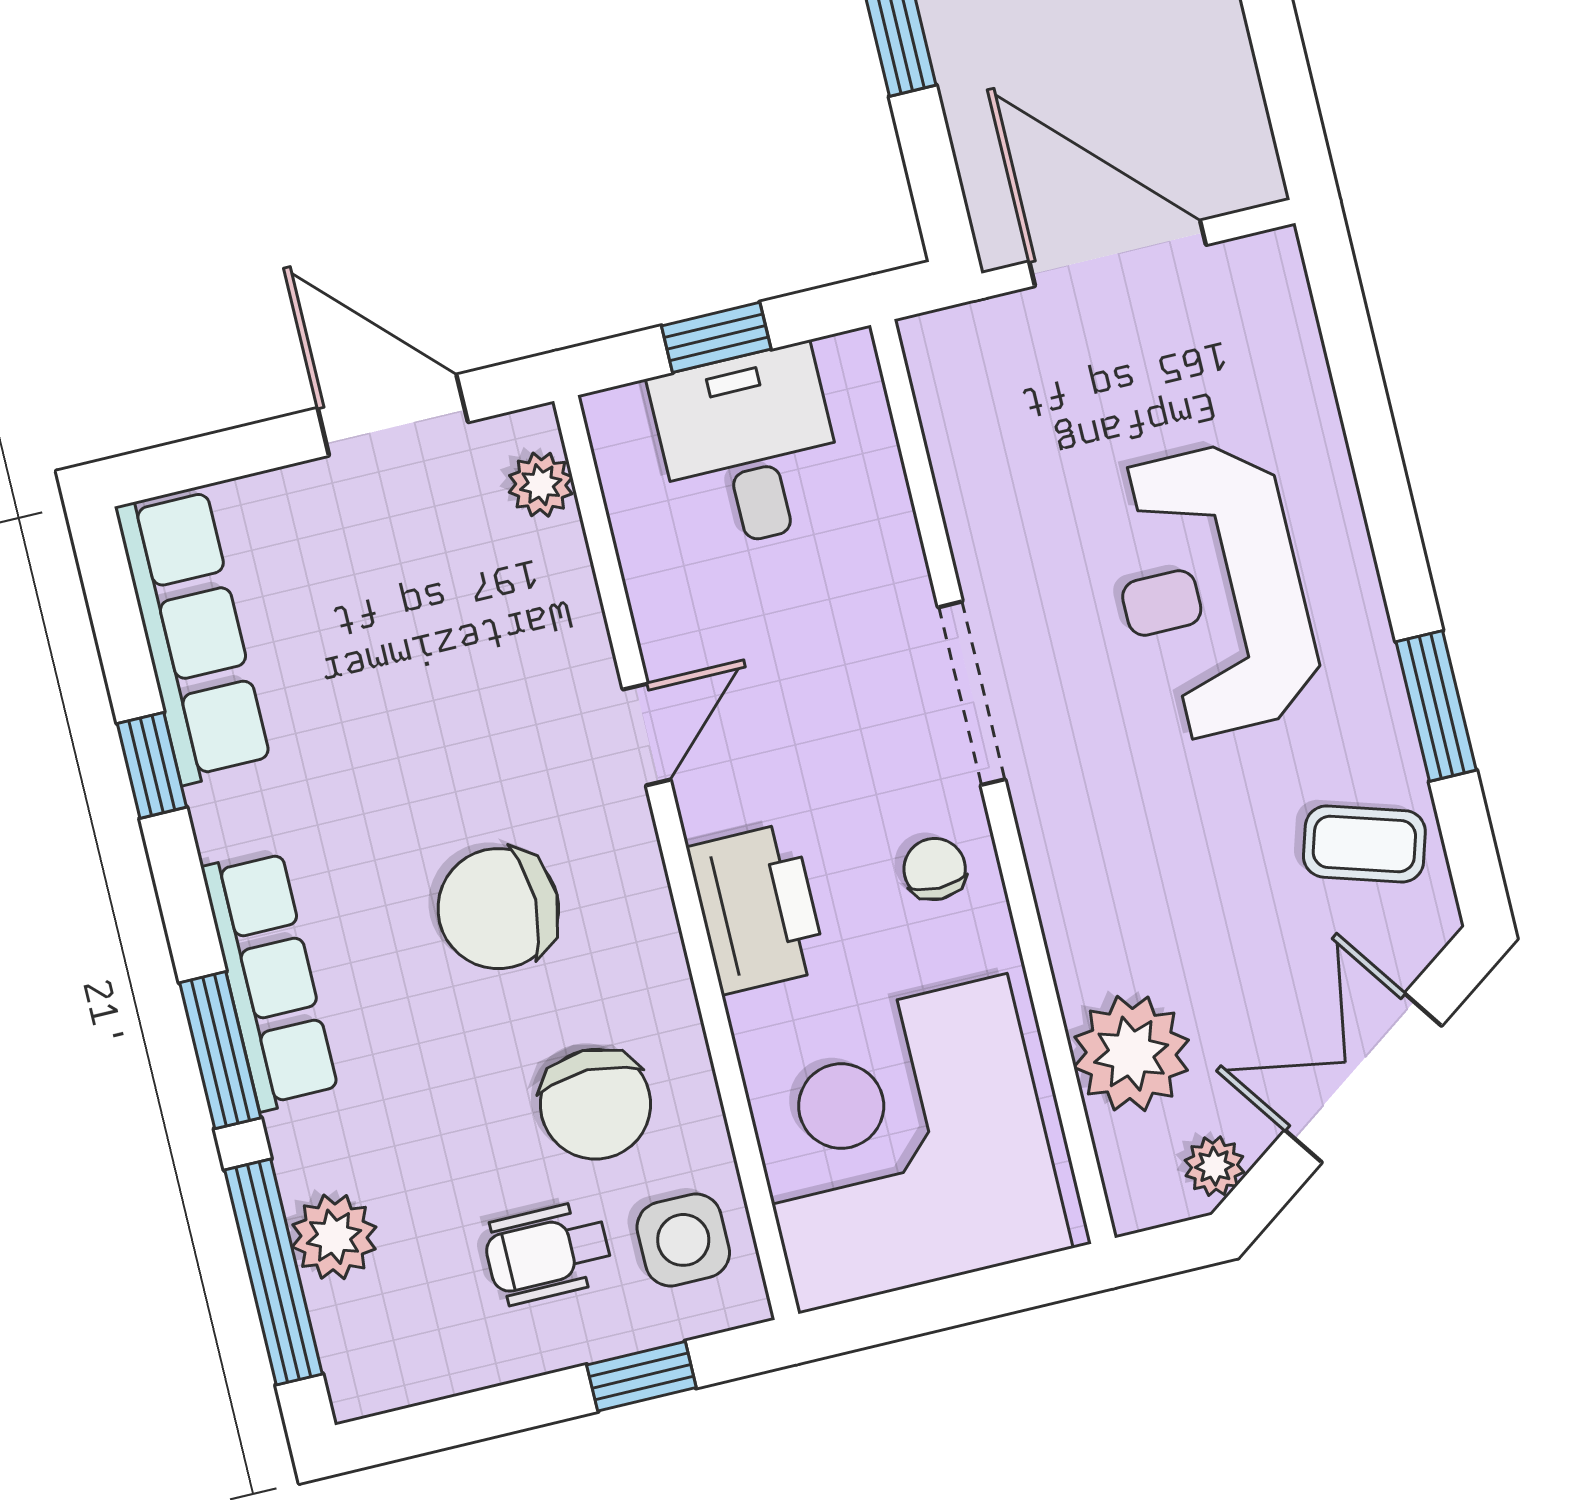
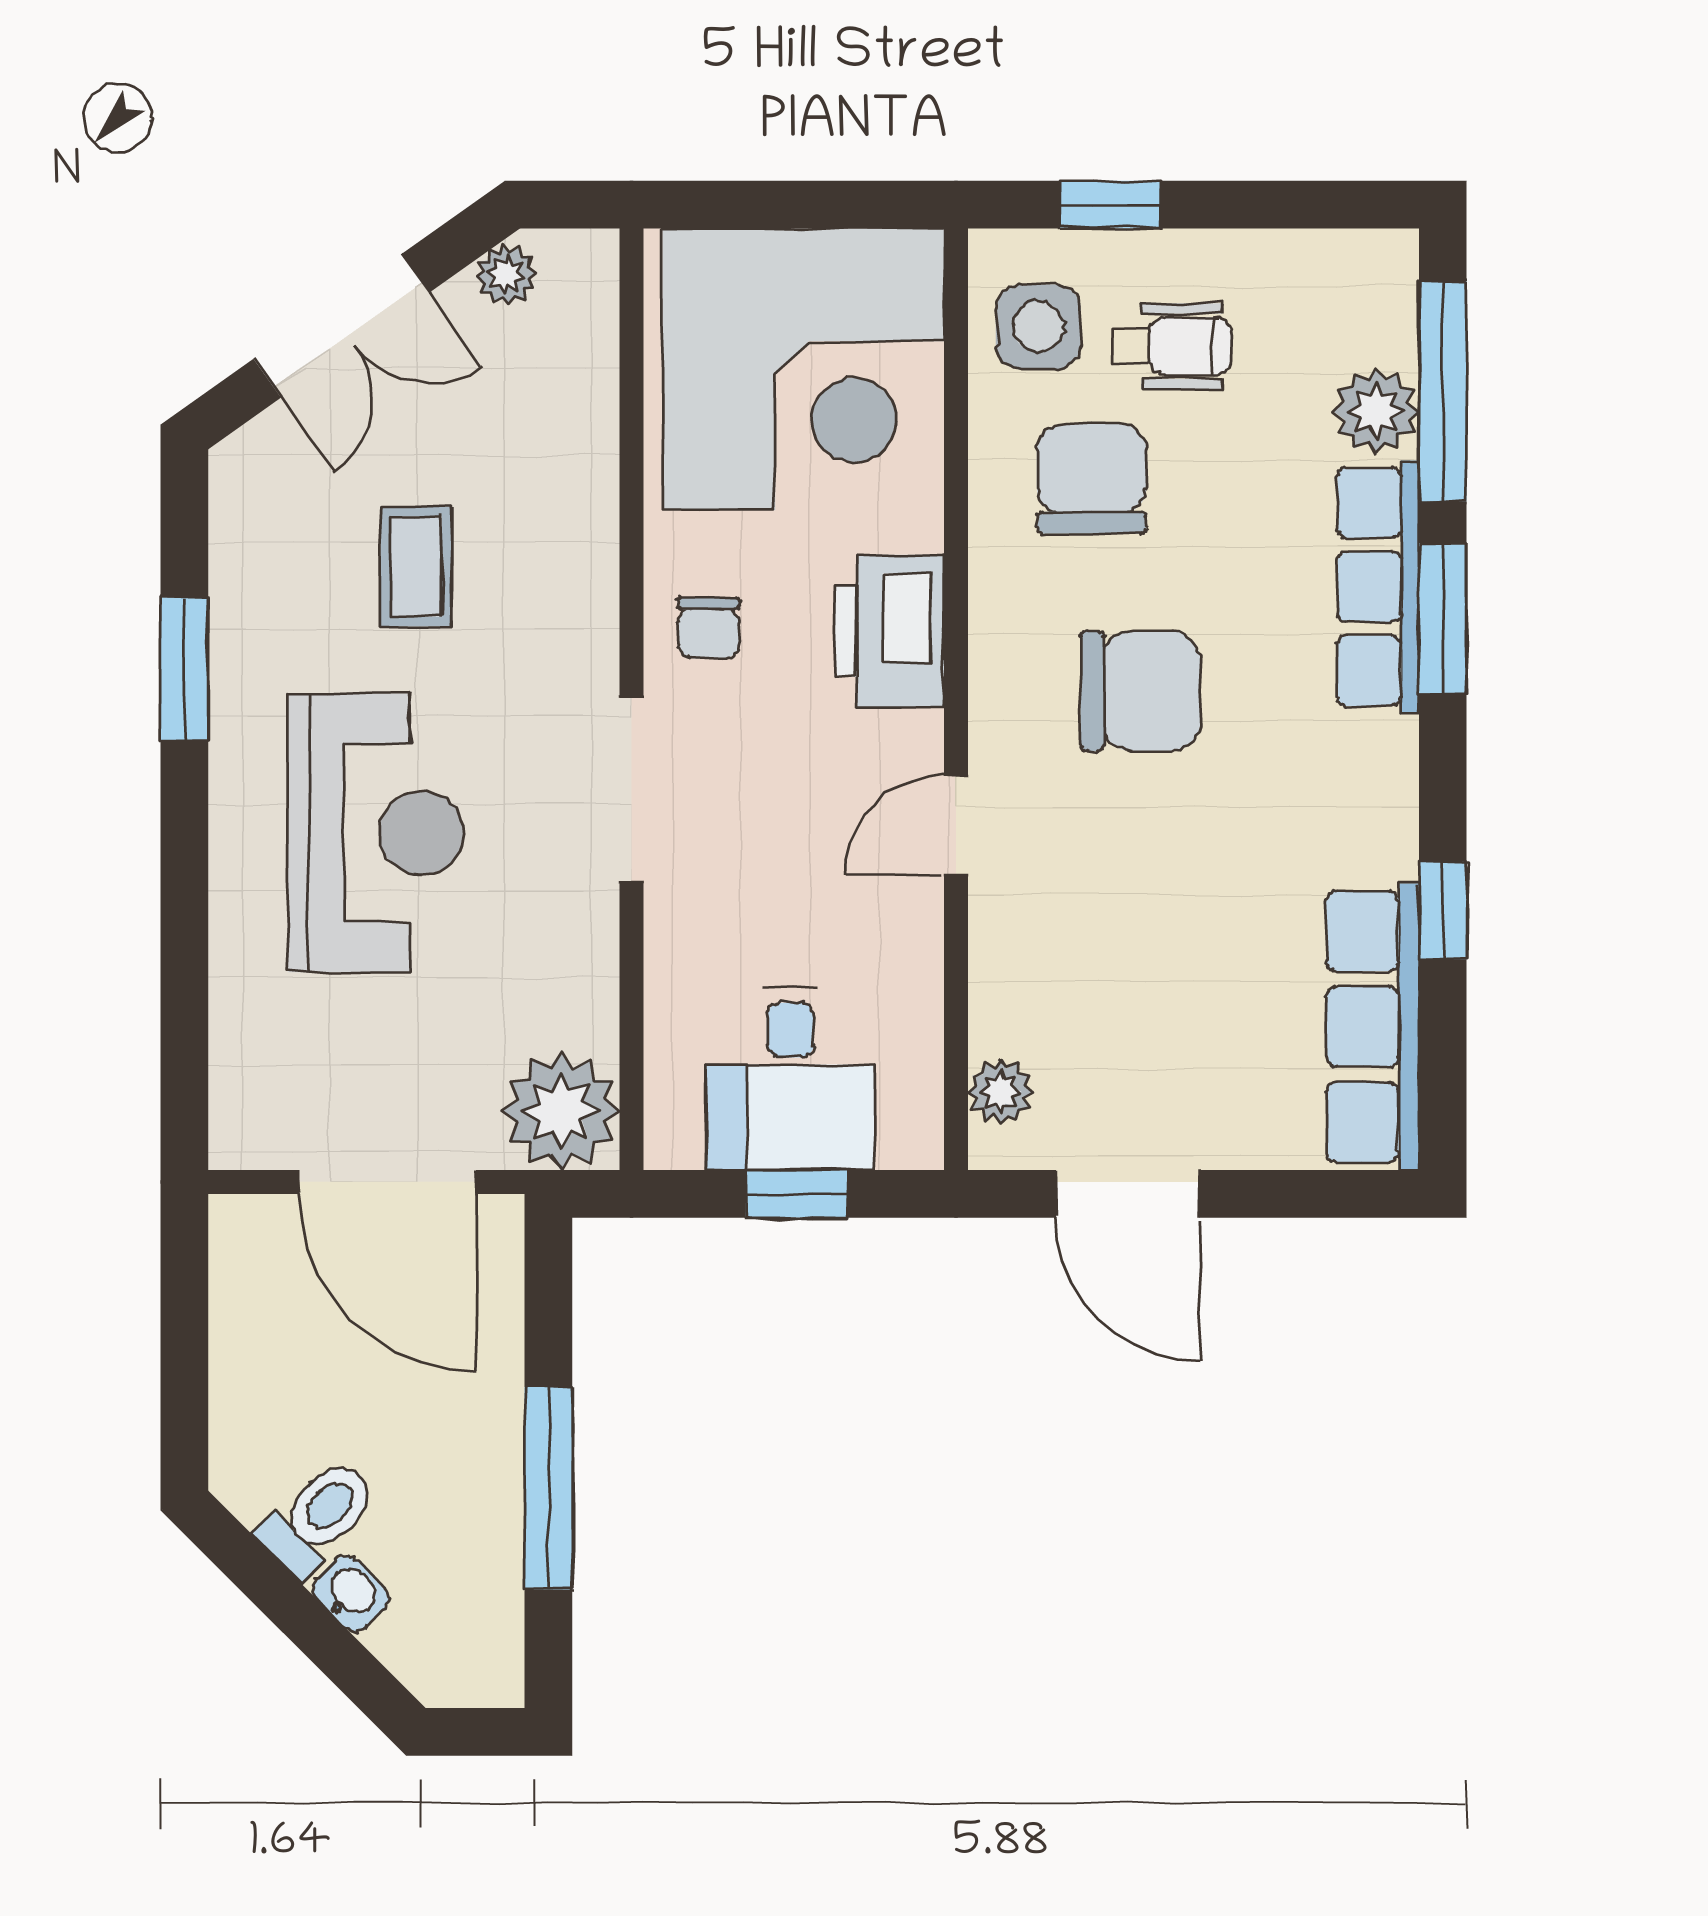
coffee table: (1364, 844) -> (416, 566), moved, turned 73
row of seats: (270, 980) -> (1378, 587), moved
plant: (1131, 1054) -> (561, 1111), moved

